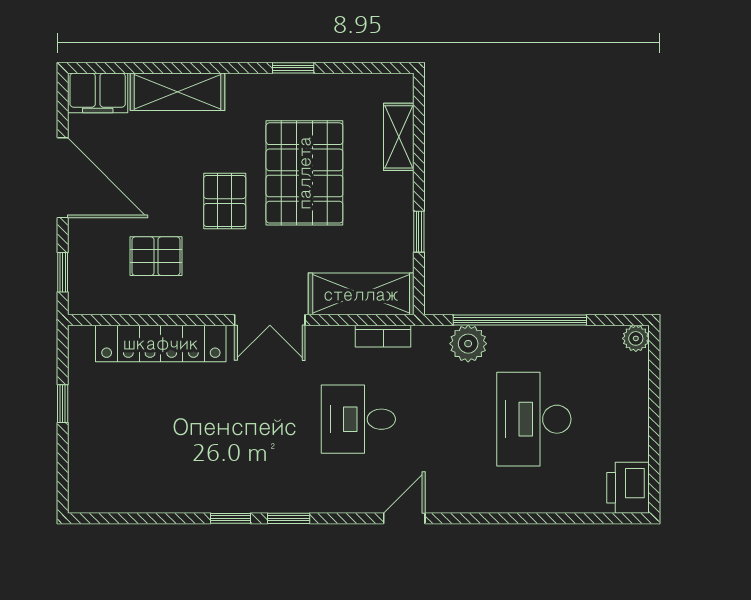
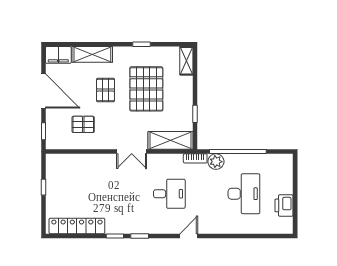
shelving: (399, 137) -> (186, 61), moved
pallet: (225, 201) -> (105, 90), moved
bookcase: (383, 336) -> (195, 158), moved
plant: (636, 338) -> (287, 159), removed
locker: (161, 343) -> (77, 226), moved, turned 180
desk: (358, 419) -> (169, 194), turned 180
desk: (534, 419) -> (244, 194), turned 180
printer: (628, 488) -> (284, 205), moved

